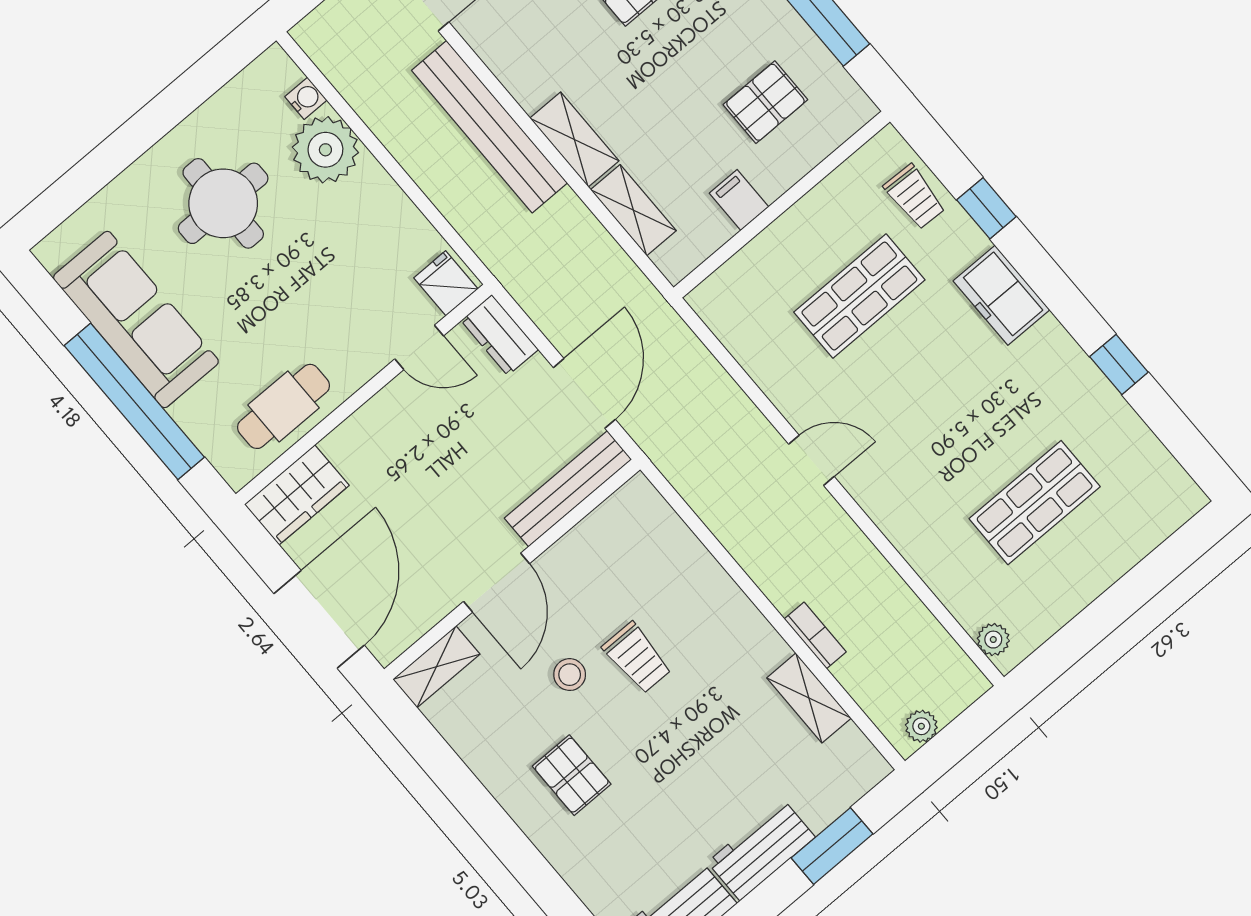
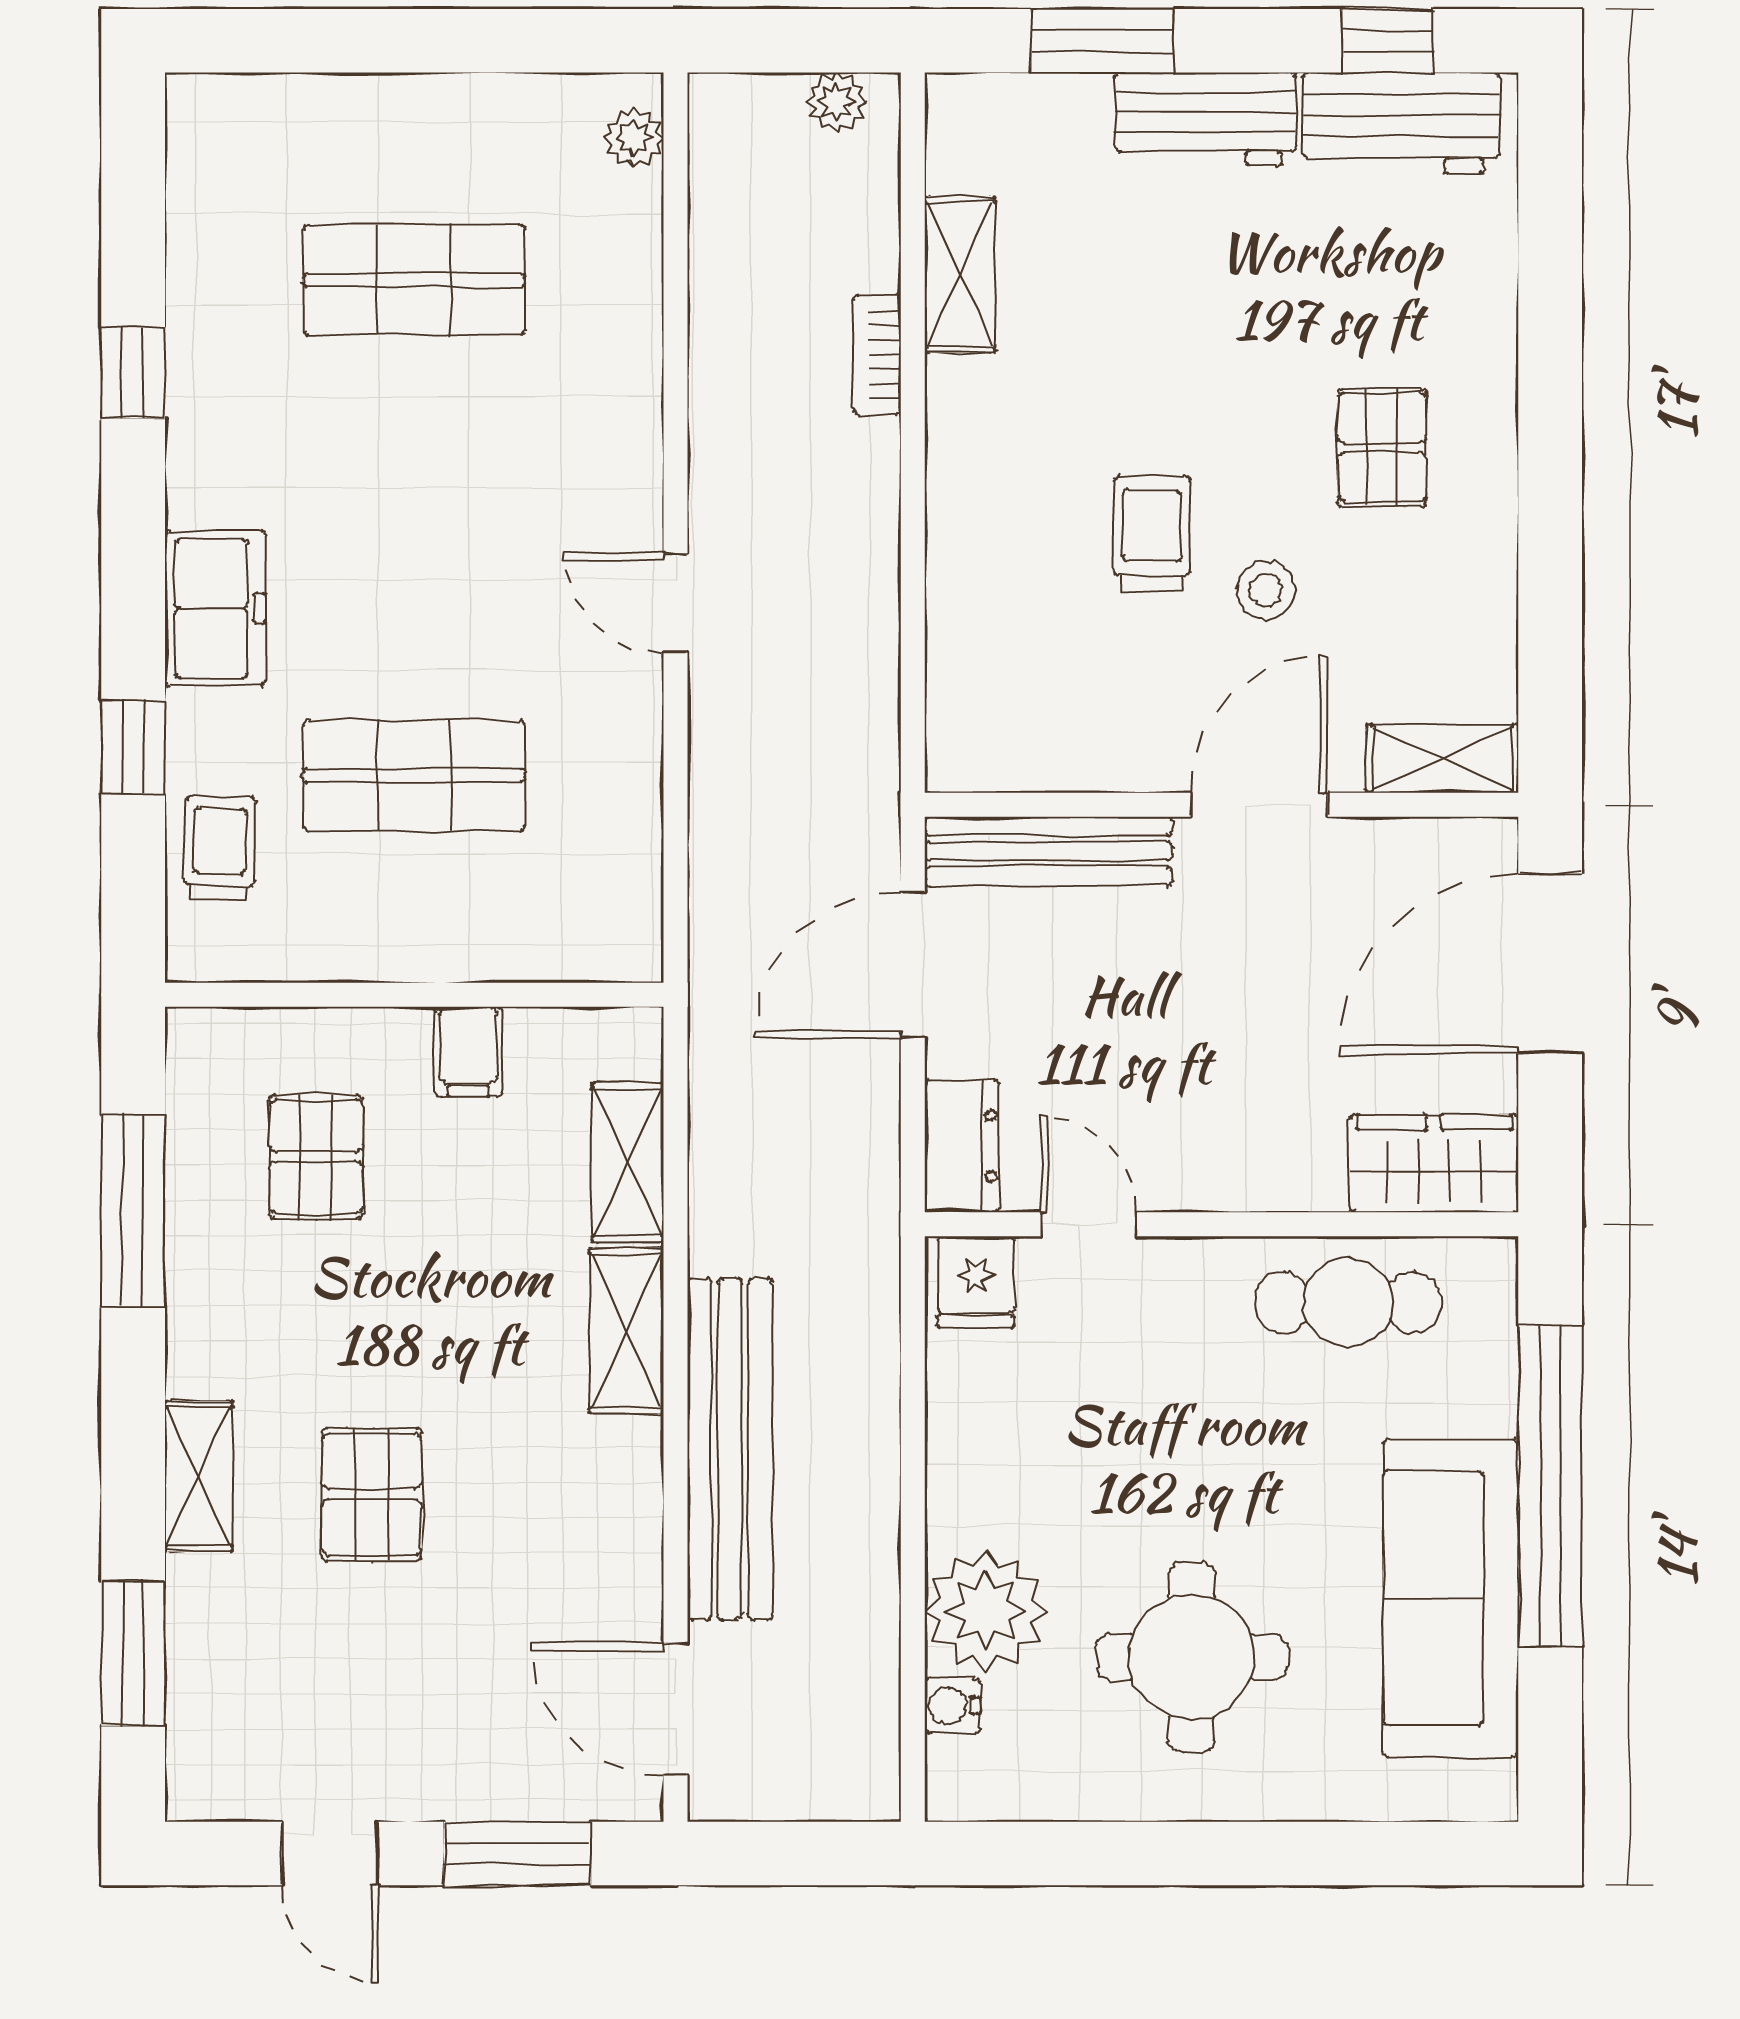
pallet: (765, 102) -> (316, 1157), turned 90

